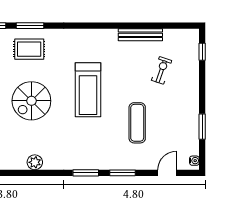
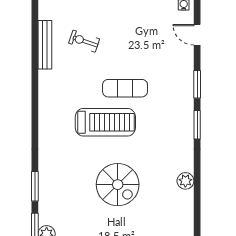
bench: (140, 35) -> (45, 45), moved
rug: (29, 49) -> (61, 187), removed
exercise mat: (137, 123) -> (125, 88), moved

